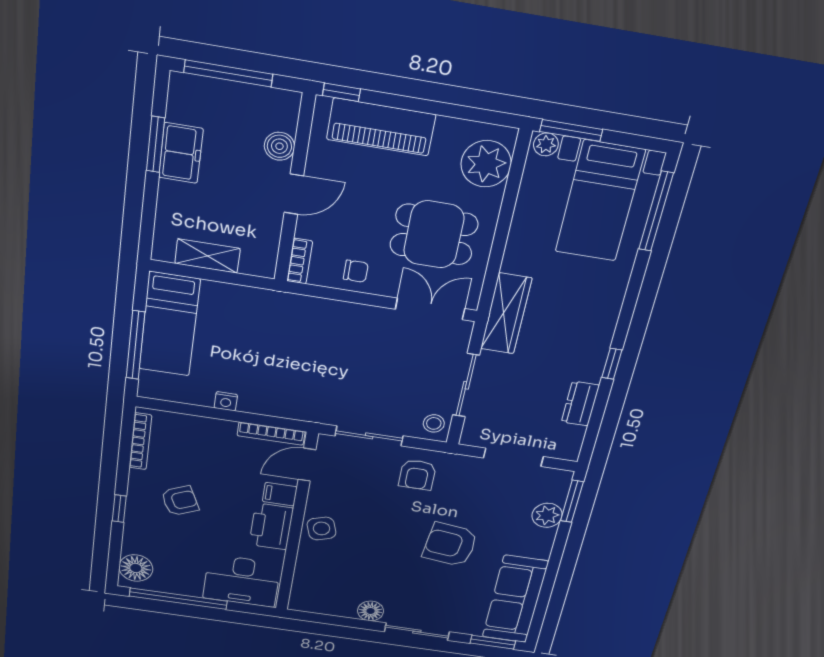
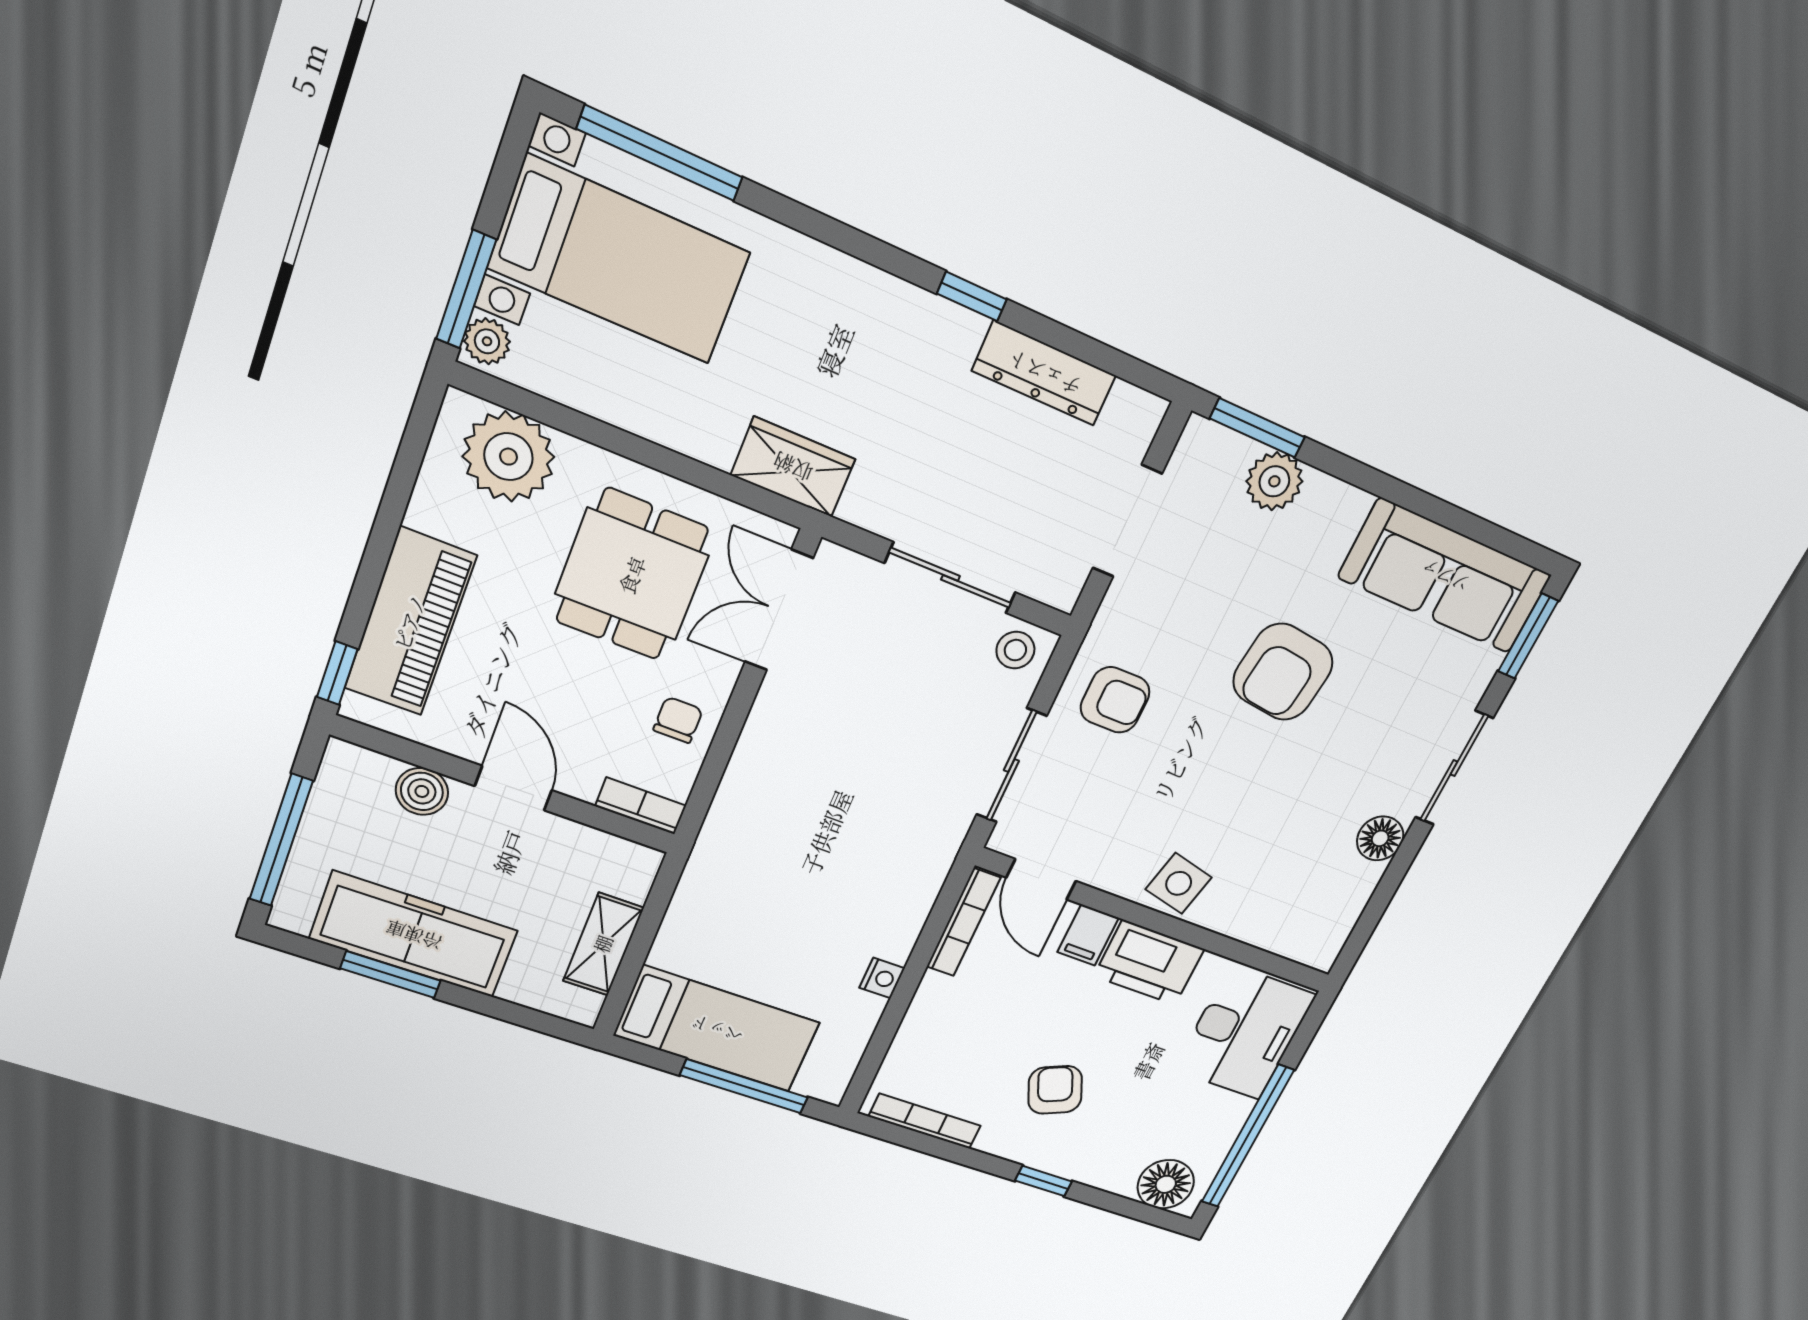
freezer: (181, 153) -> (414, 935), width x1.91, depth x1.26
wardrobe: (506, 314) -> (793, 467), width x0.67
dresser: (580, 404) -> (1044, 373), width x1.44
side table: (321, 528) -> (1179, 883), turned 31

